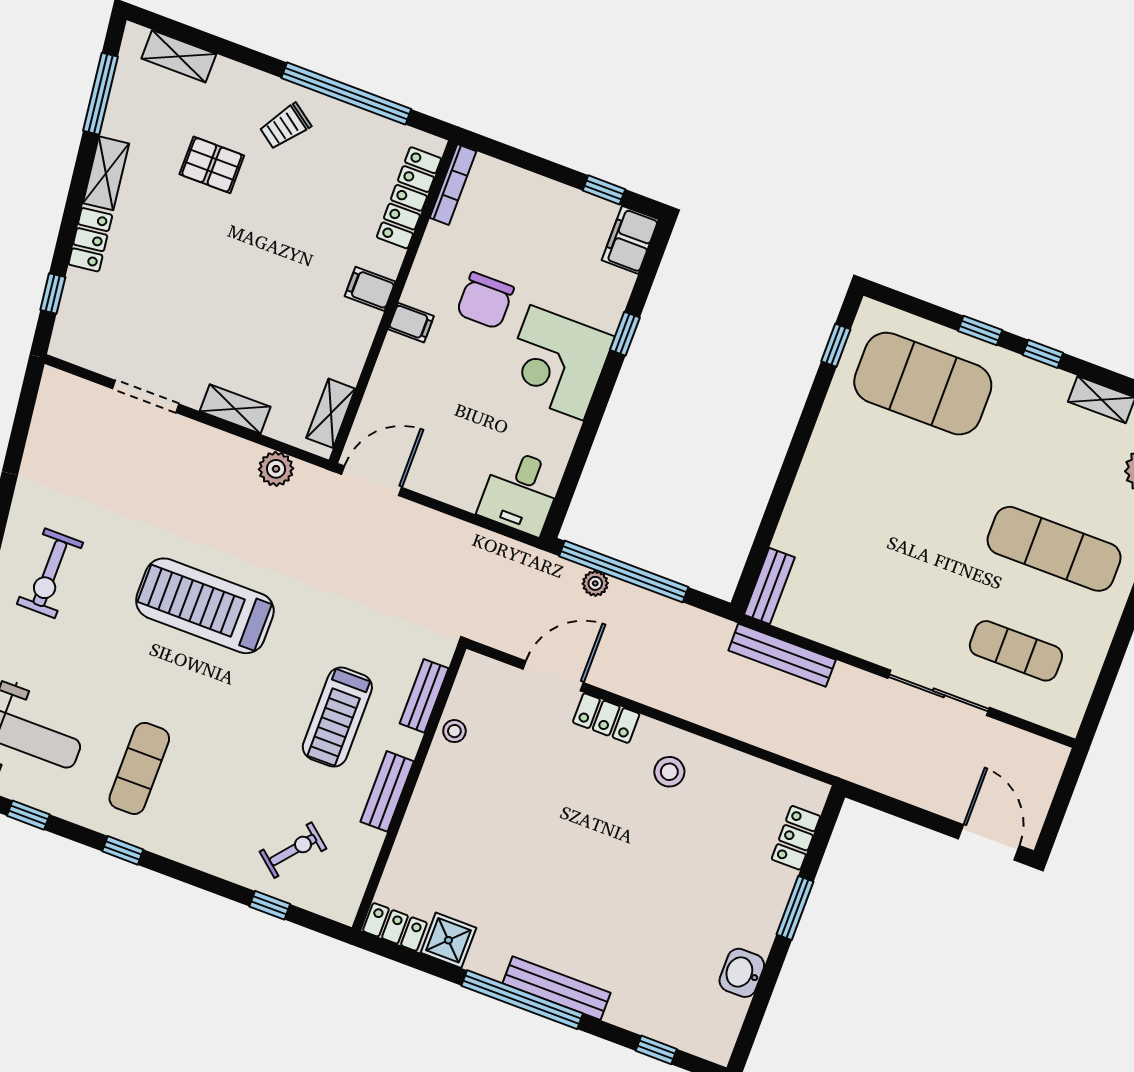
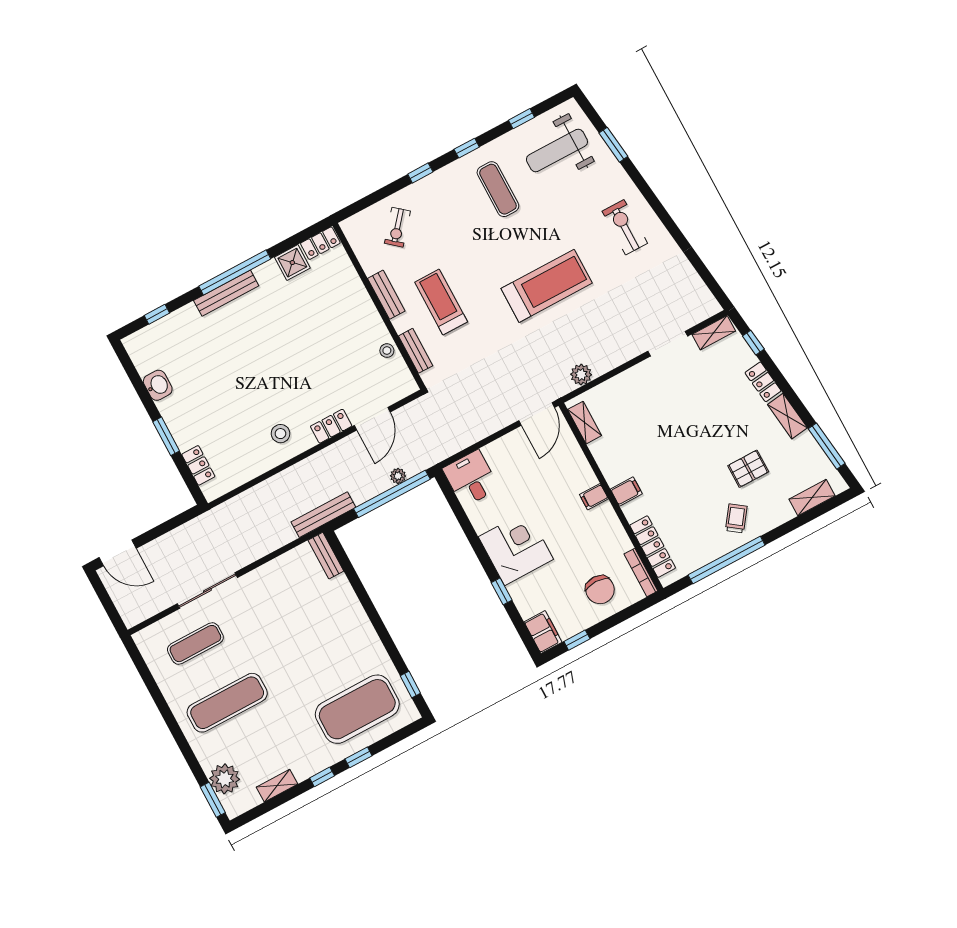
chair: (485, 301) -> (600, 590), moved, turned 180
shelving: (235, 409) -> (714, 333), moved
bench: (782, 655) -> (323, 515), moved
window: (270, 905) -> (420, 173), moved

